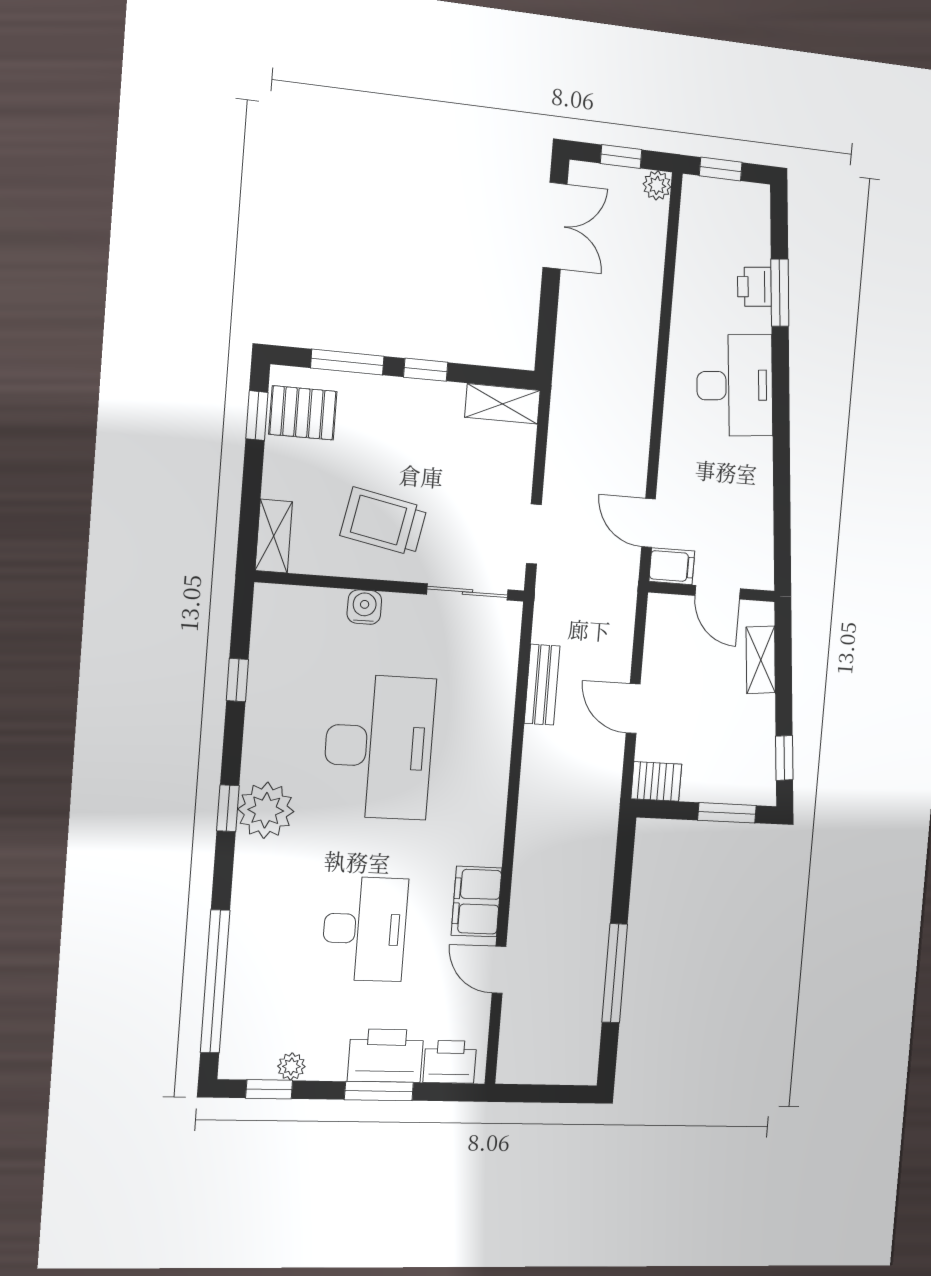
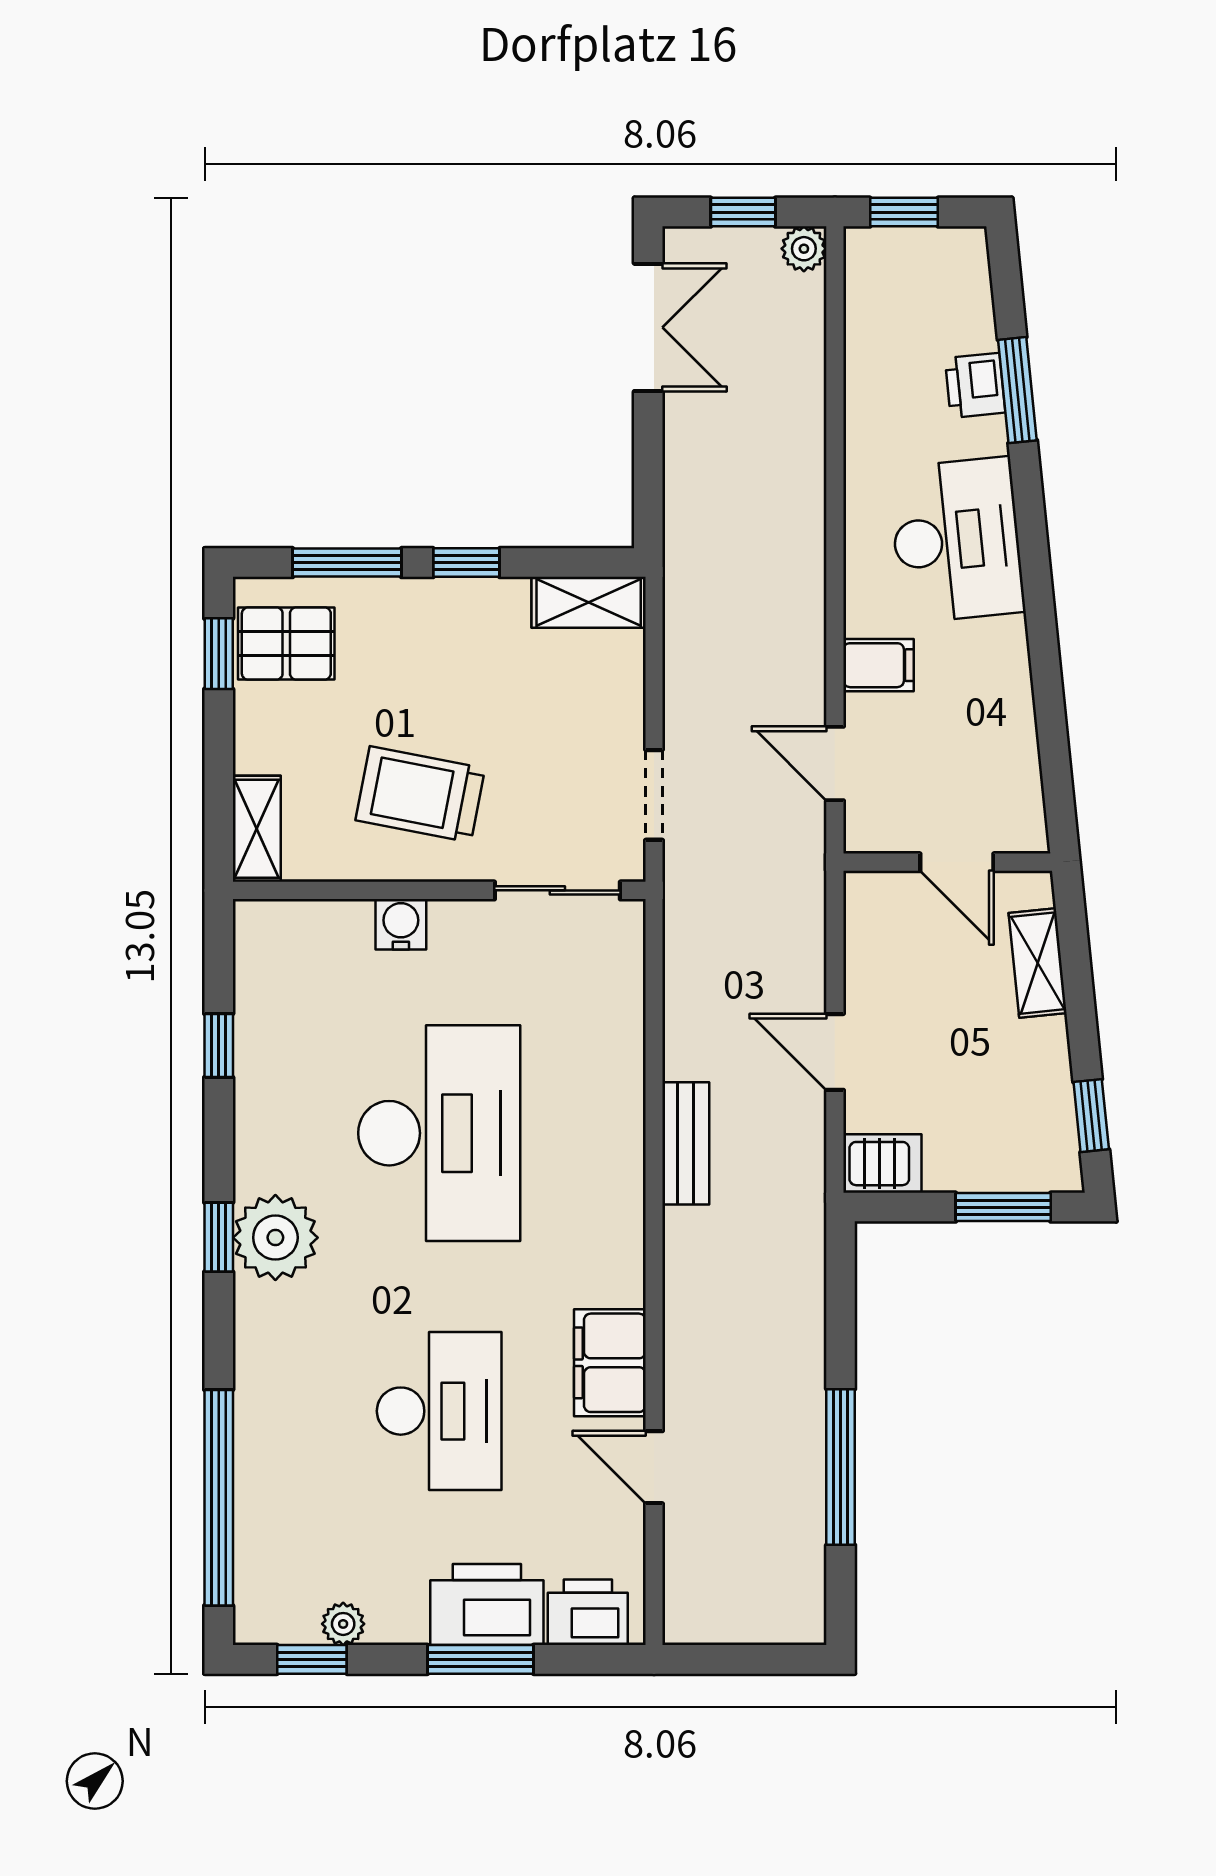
filing cabinet: (672, 566) -> (879, 665), moved
bench: (542, 685) -> (686, 1143), moved

